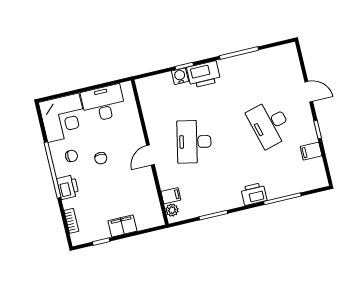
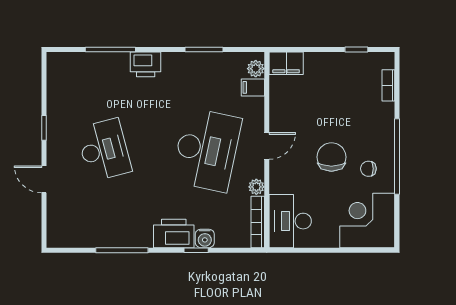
bookcase: (144, 97) -> (258, 222), added
desk: (103, 103) -> (290, 221), moved, turned 90
plant: (151, 123) -> (256, 187), added
desk: (194, 142) -> (207, 150), width x1.36, depth x1.30
filing cabinet: (311, 151) -> (59, 102), removed
chair: (101, 158) -> (331, 157), width x1.87, depth x1.87
printer: (68, 187) -> (383, 130), removed
filing cabinet: (122, 226) -> (286, 63), moved

